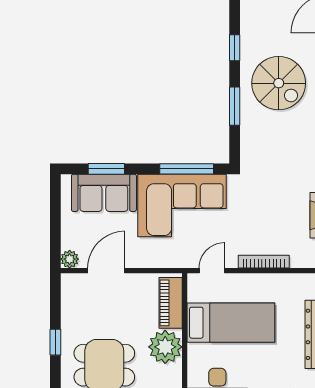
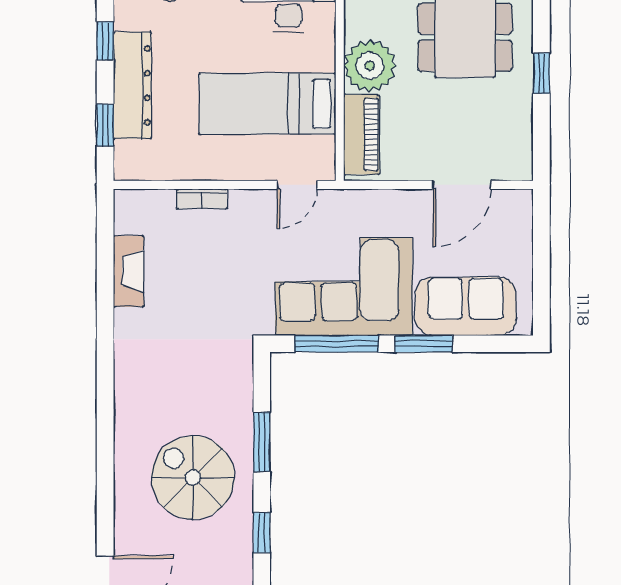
window: (106, 169) -> (424, 344), moved
plant: (70, 259) -> (519, 203), removed
bookcase: (264, 262) -> (202, 199), width x0.64

